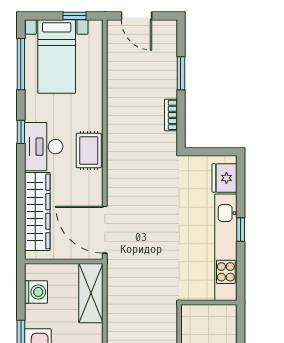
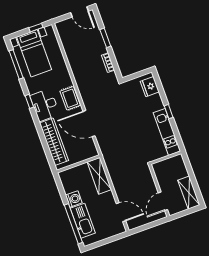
door: (136, 16) -> (80, 12), moved
door: (105, 230) -> (89, 124), moved
kitchen unit: (226, 247) -> (167, 132), width x0.73
washing machine: (36, 292) -> (74, 199), moved

